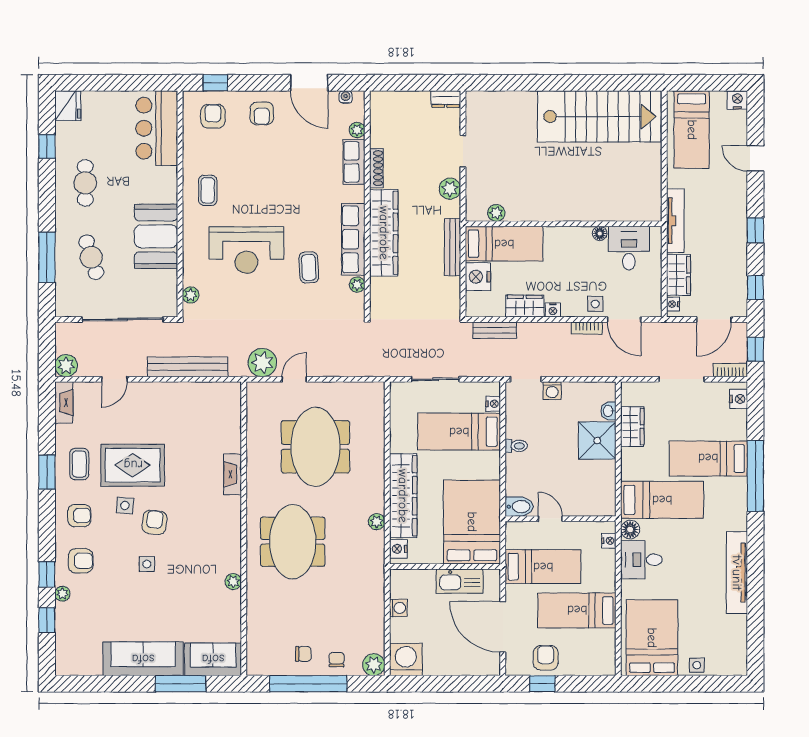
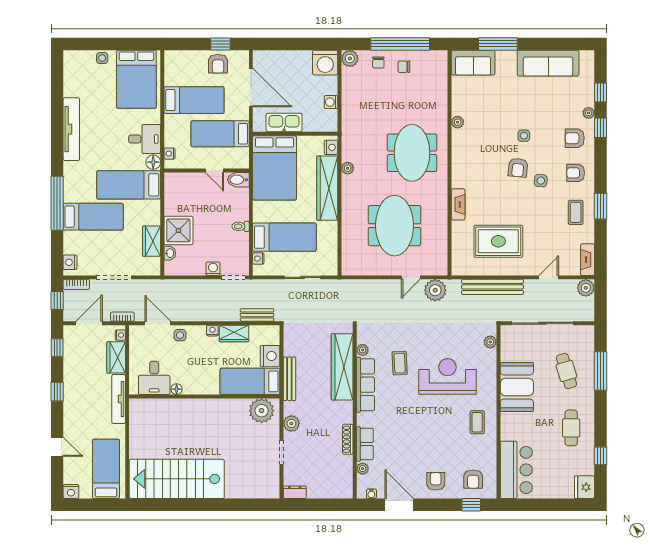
plant: (496, 213) -> (262, 411), width x1.87, depth x1.87
wardrobe: (384, 233) -> (342, 367), moved
bookcase: (587, 328) -> (122, 317), moved
rug: (133, 465) -> (498, 241), moved
sofa: (143, 659) -> (548, 63), moved

